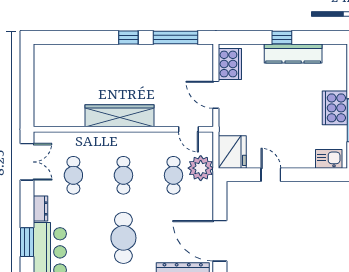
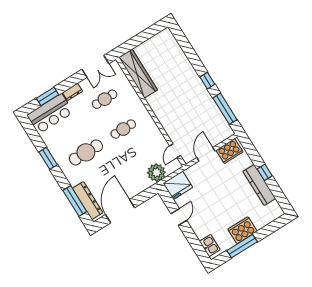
wardrobe: (119, 116) -> (138, 74), moved
cafe table: (173, 175) -> (142, 159), removed

